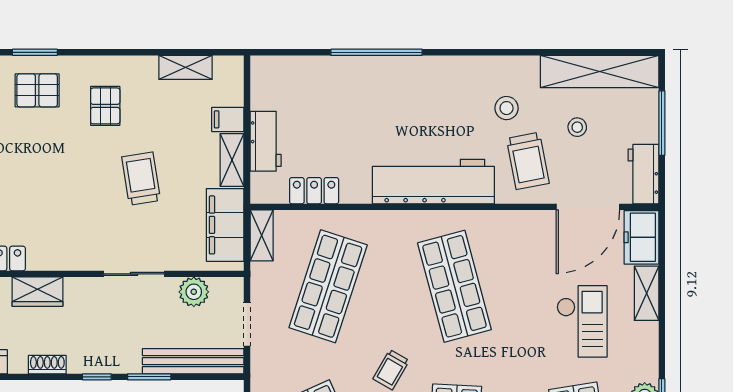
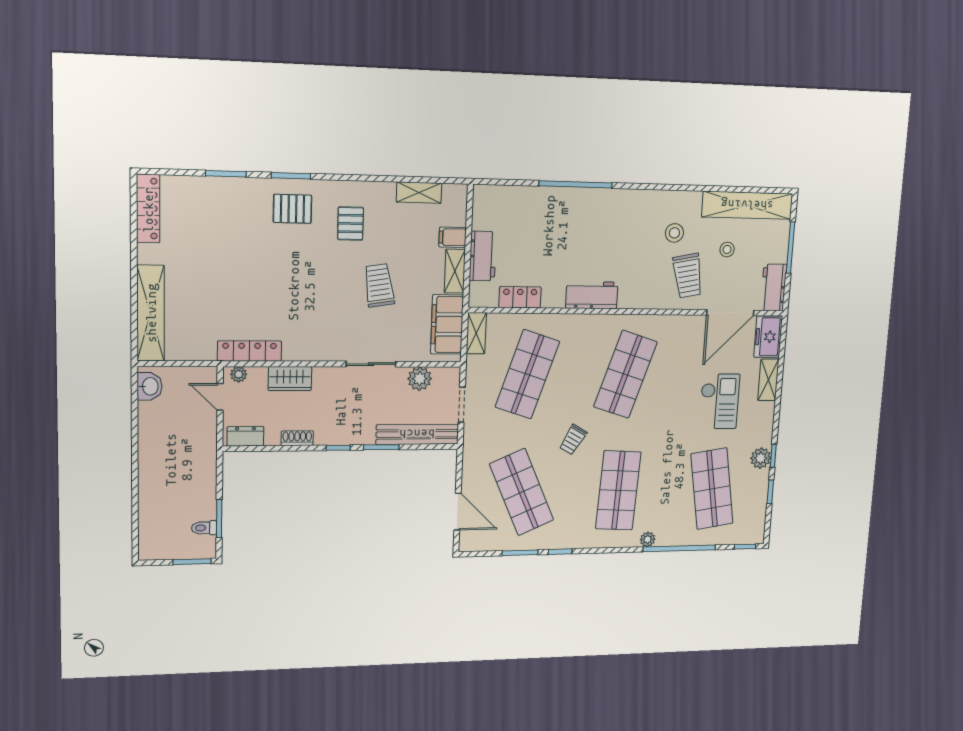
workbench: (433, 182) -> (592, 295), width x0.53, depth x0.76
shop shelf: (454, 286) -> (625, 374), turned 33

